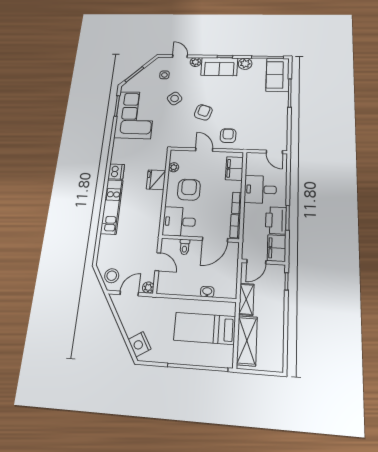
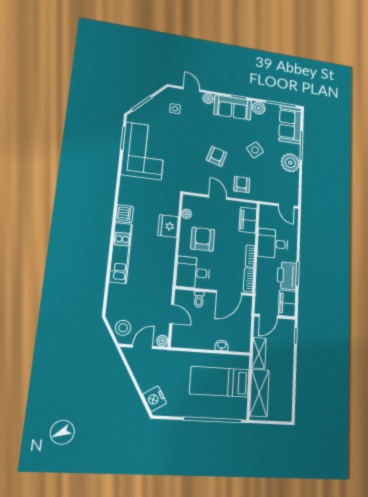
side table: (175, 98) -> (255, 150), moved
plant: (278, 110) -> (290, 163), added

